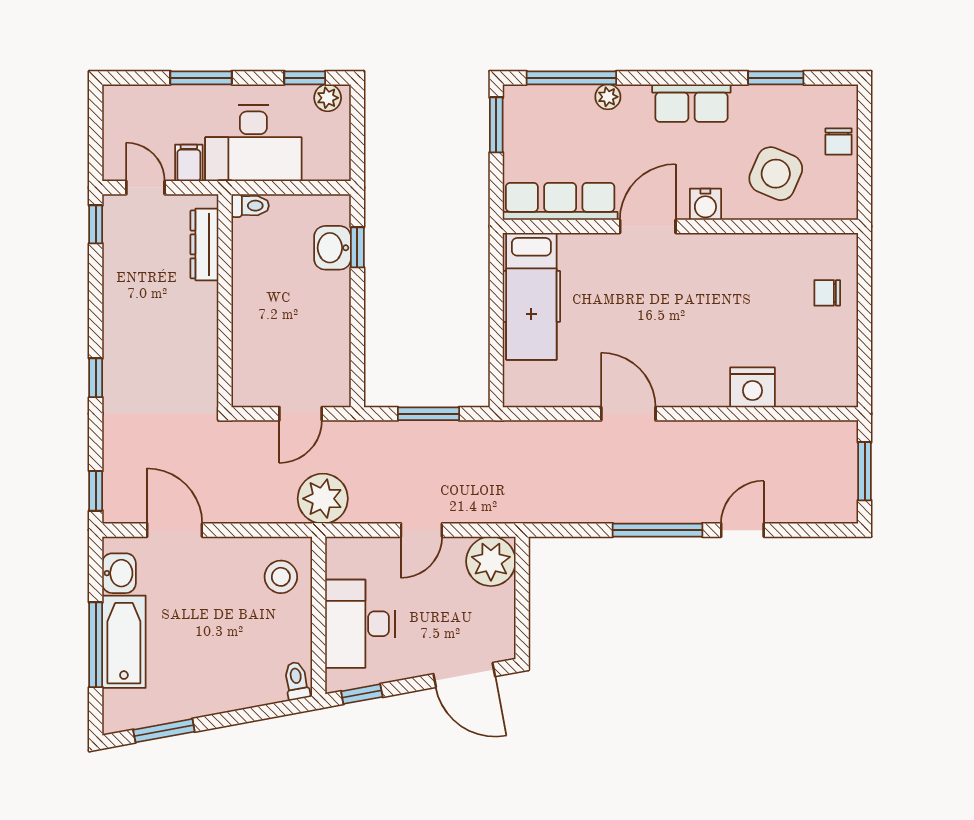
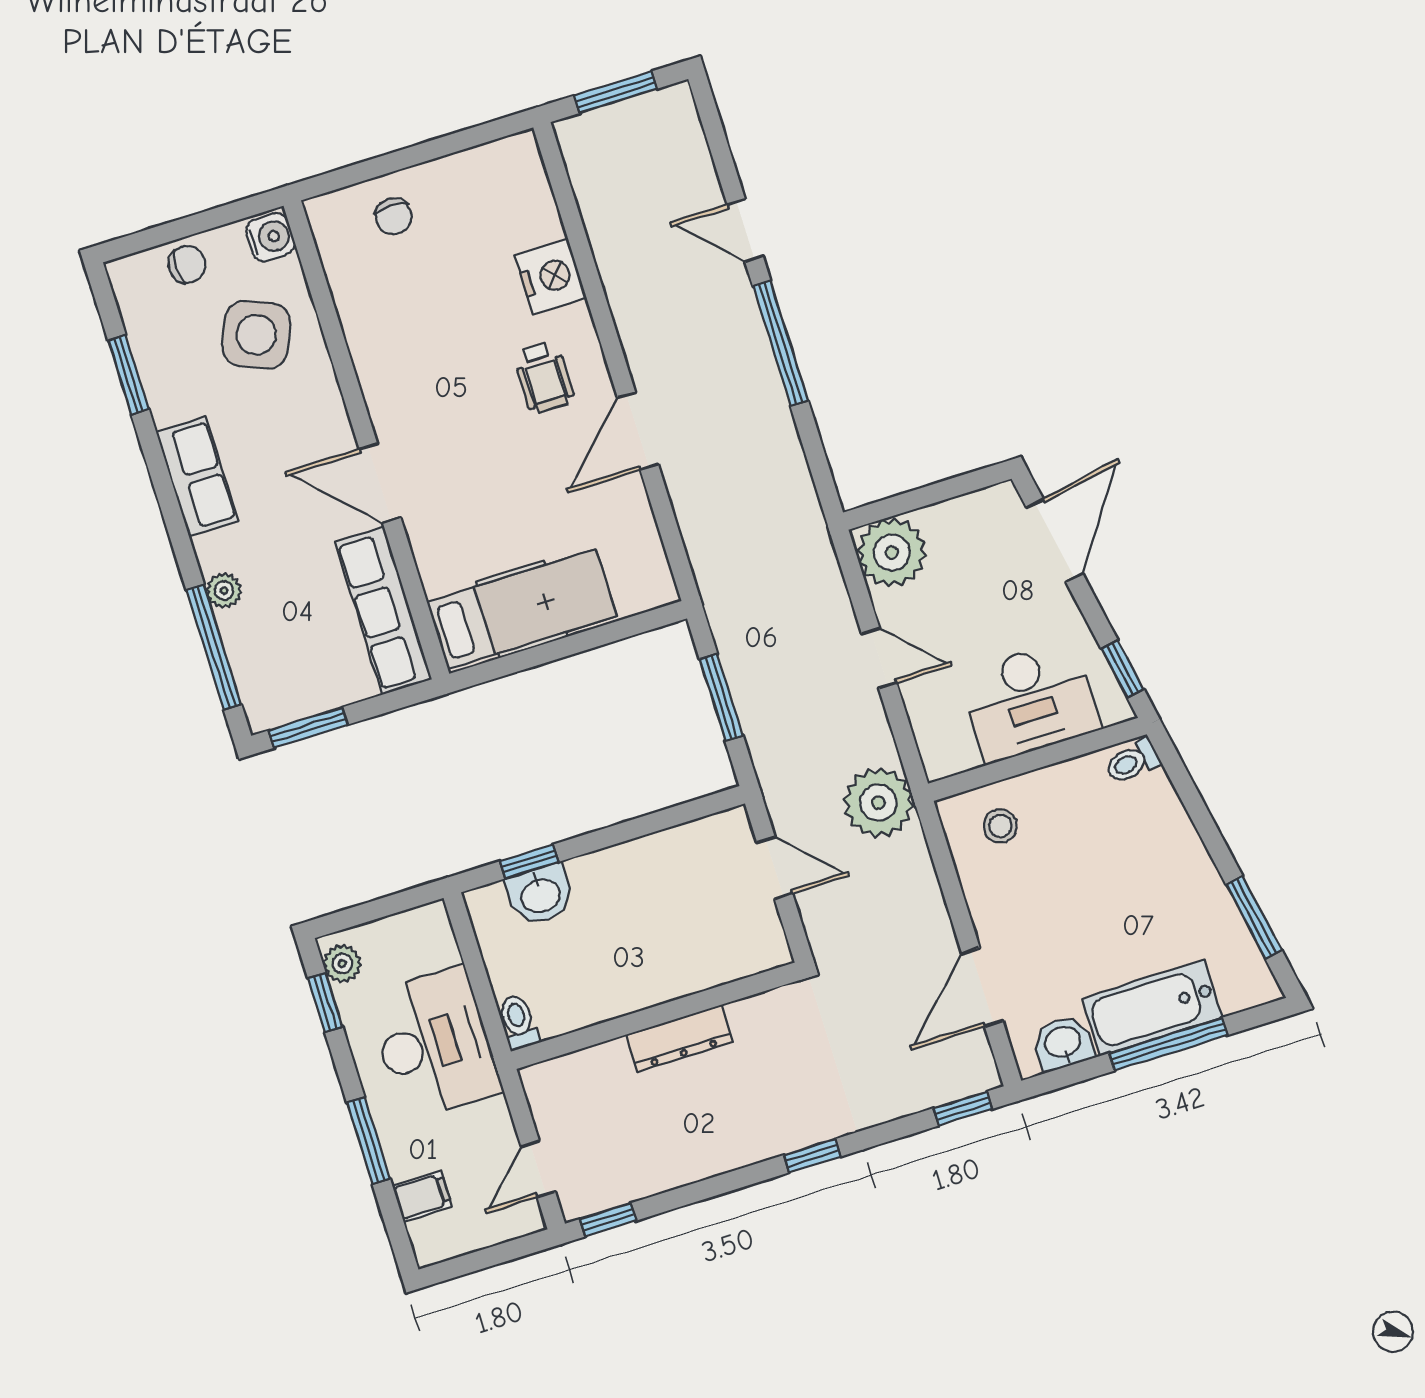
filing cabinet: (189, 163) -> (422, 1196), moved, turned 180
water cooler: (705, 204) -> (270, 237), moved
dresser: (204, 244) -> (679, 1038), moved
wheelchair: (685, 361) -> (544, 377), added
stool: (281, 577) -> (1000, 826), width x0.73, depth x0.73

